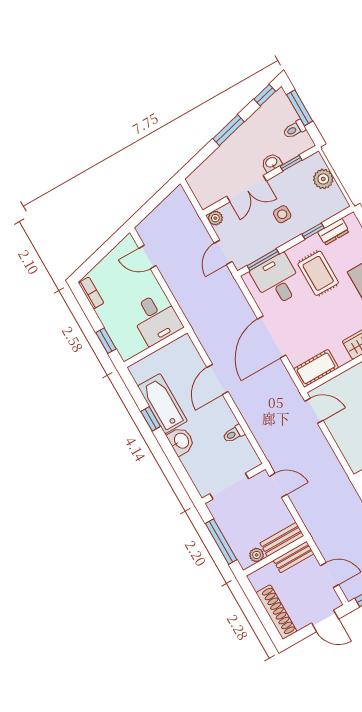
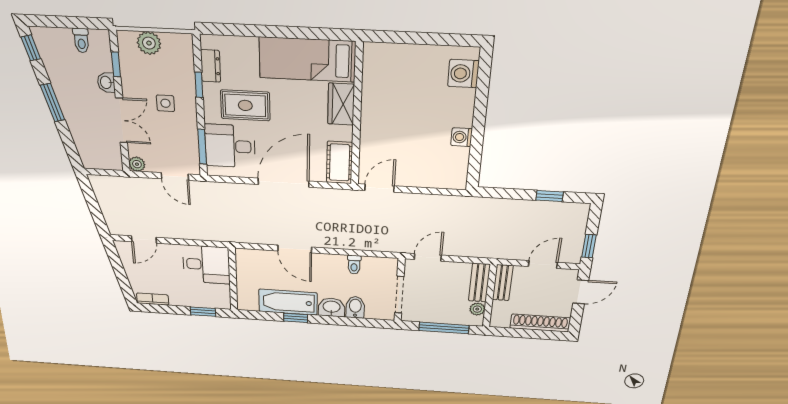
window: (300, 108) -> (60, 22), removed
door: (272, 337) -> (283, 183), swing flipped
bidet: (194, 460) -> (355, 307), added

